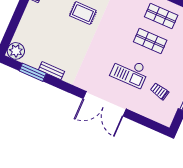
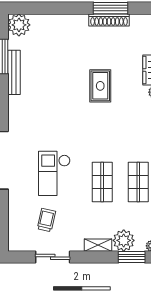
bench: (51, 71) -> (14, 72), width x1.36

